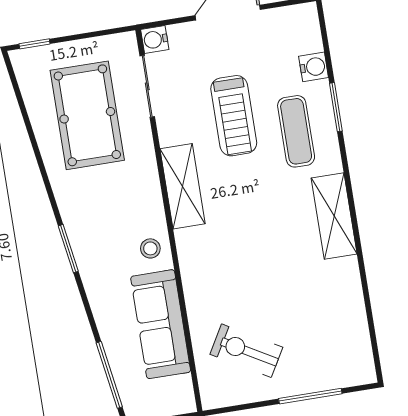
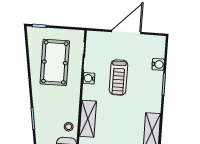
water cooler: (155, 40) -> (89, 78), moved
exercise mat: (296, 131) -> (144, 91), removed
shelving: (183, 186) -> (88, 119), moved

